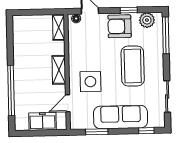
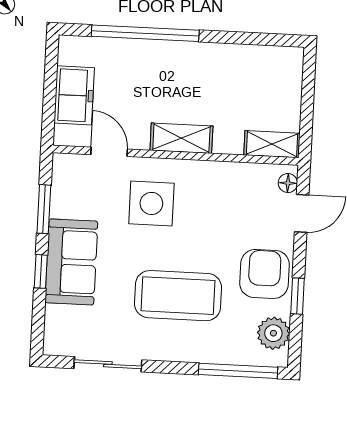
sofa: (121, 117) -> (71, 262), width x0.73
window: (146, 131) -> (41, 271), moved

